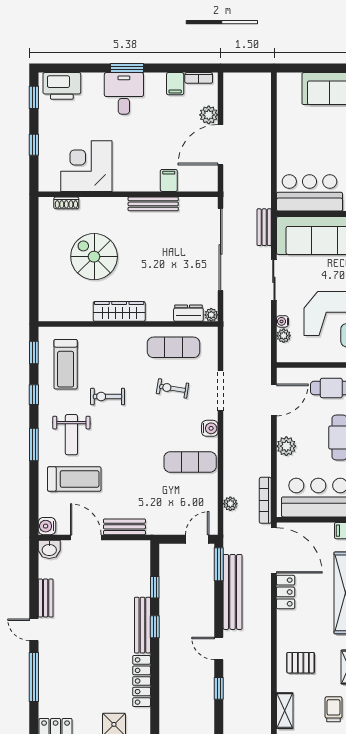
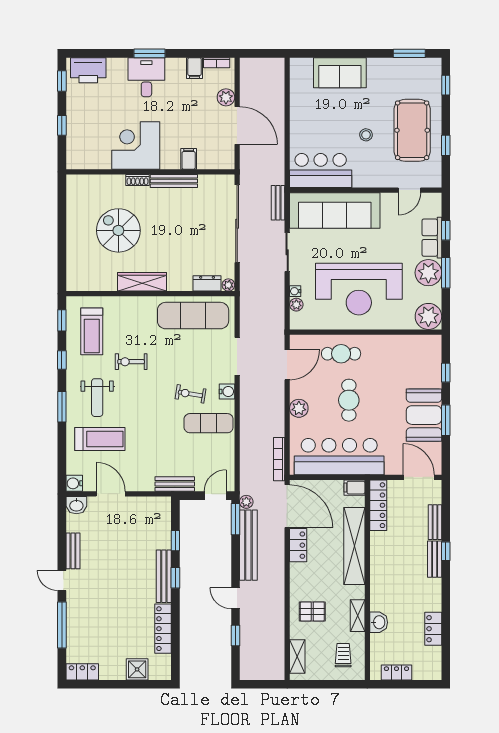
door: (221, 145) -> (237, 125), swing flipped
corner desk: (86, 166) -> (136, 145), moved
shoe rack: (66, 203) -> (137, 180), moved
exercise mat: (174, 347) -> (193, 316), width x1.36, depth x1.45
exercise bike: (173, 388) -> (190, 394), moved
plant: (230, 504) -> (246, 502), moved
bench: (124, 527) -> (175, 484), moved

